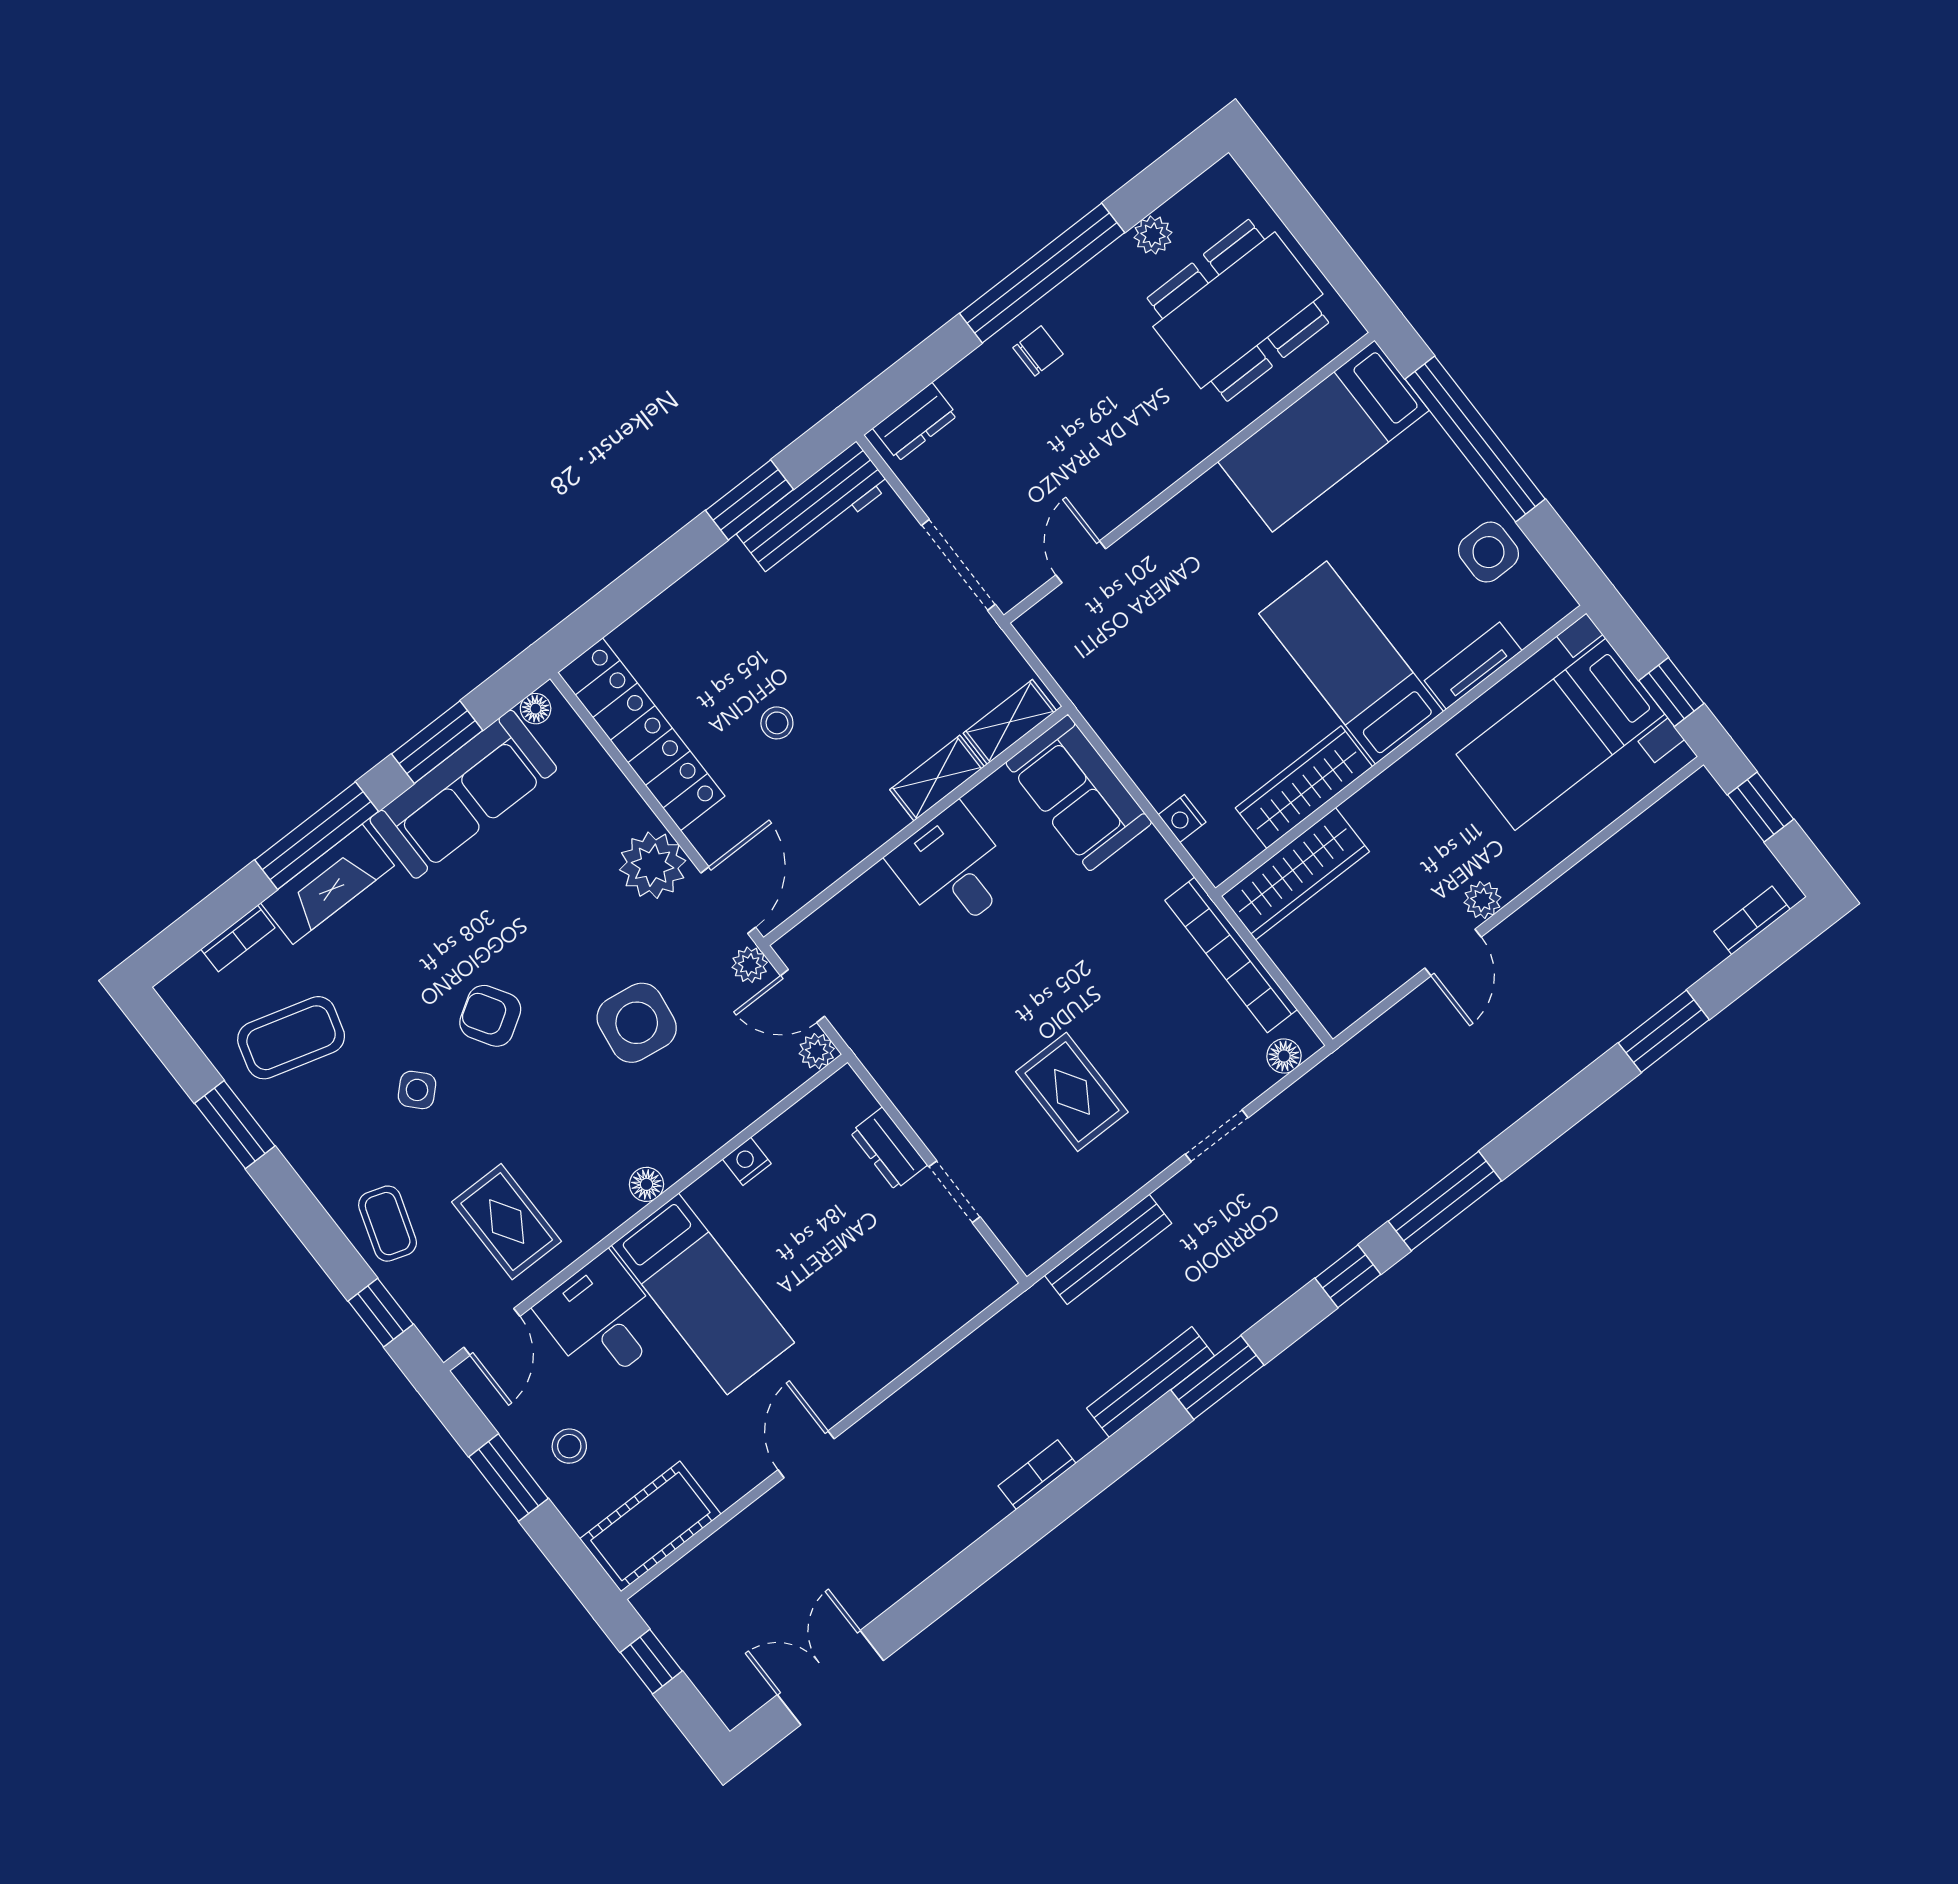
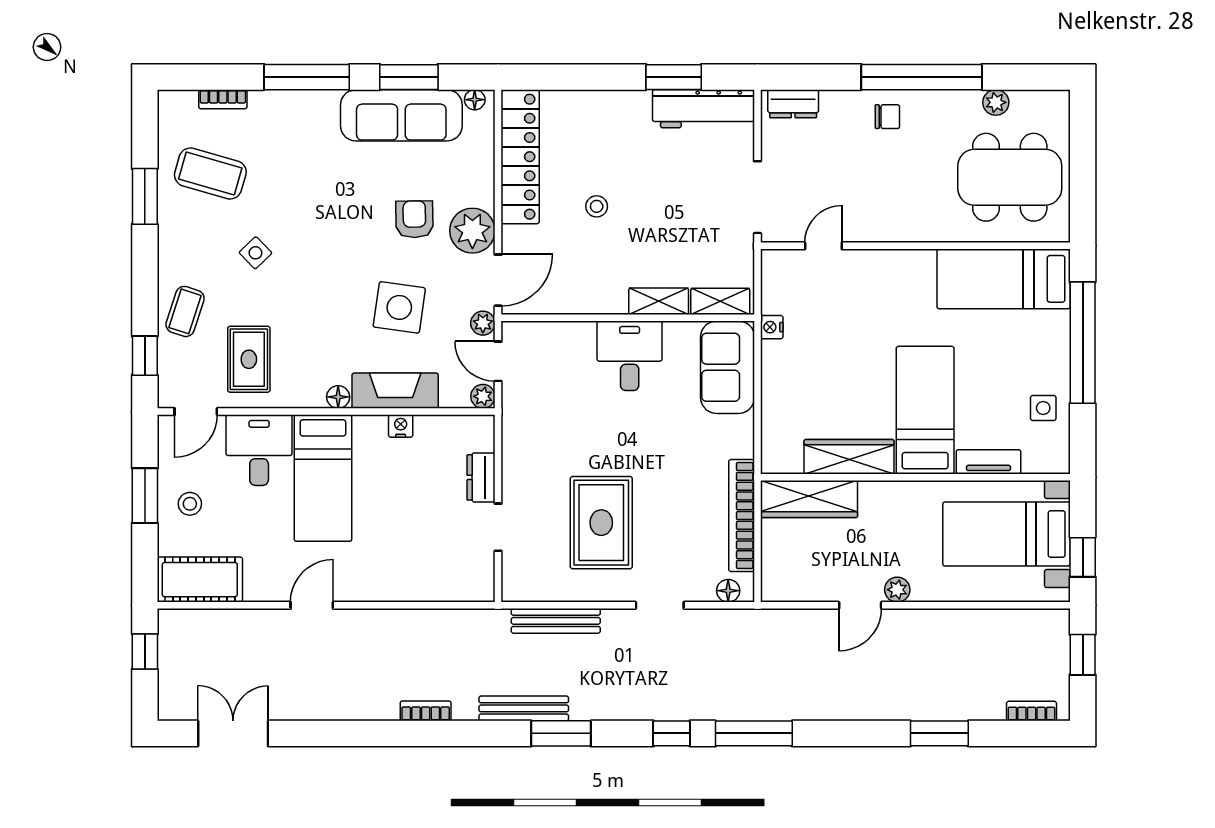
side table: (1488, 552) -> (1043, 408), width x0.73, depth x0.73
nightstand: (1182, 818) -> (772, 327), moved
fireplace: (328, 884) -> (395, 391), moved, turned 180
armchair: (490, 1016) -> (414, 219), moved, turned 31
rug: (1072, 1092) -> (601, 523), width x1.36, depth x1.43

